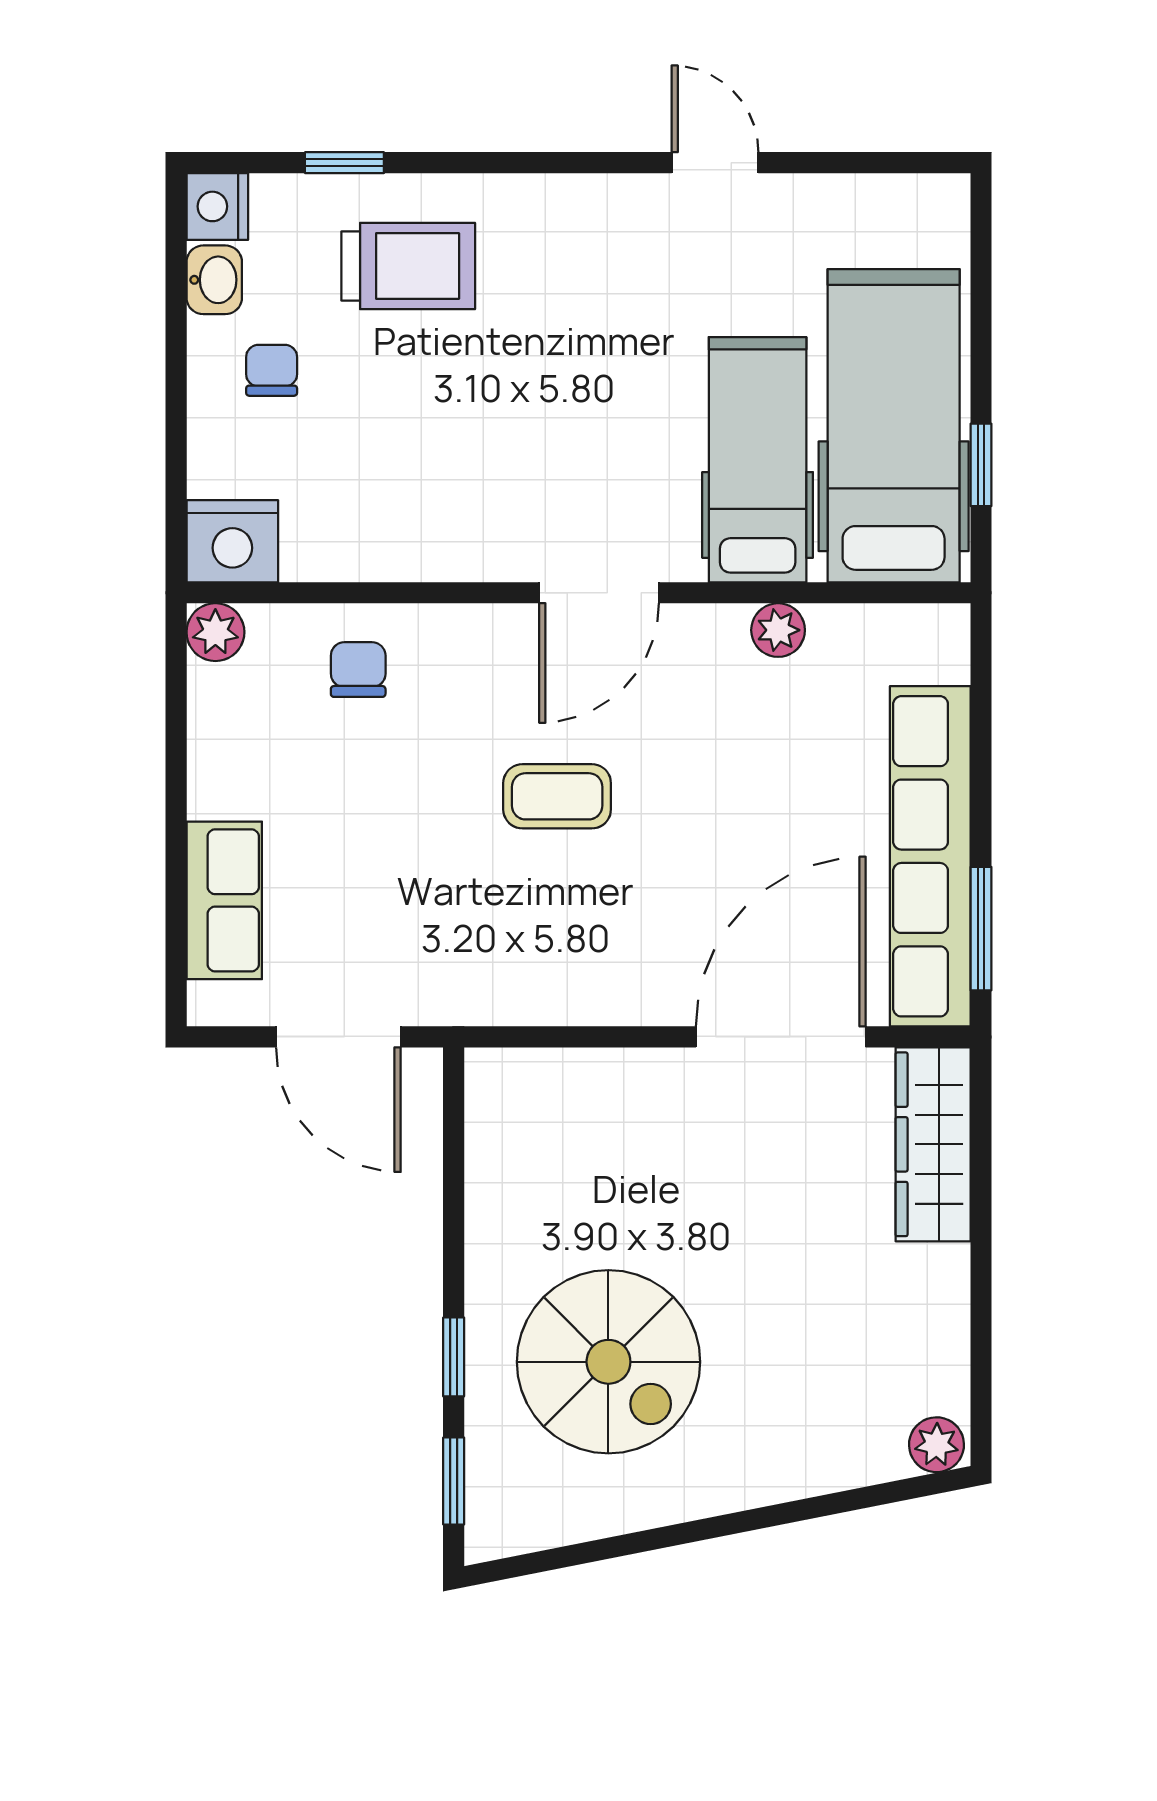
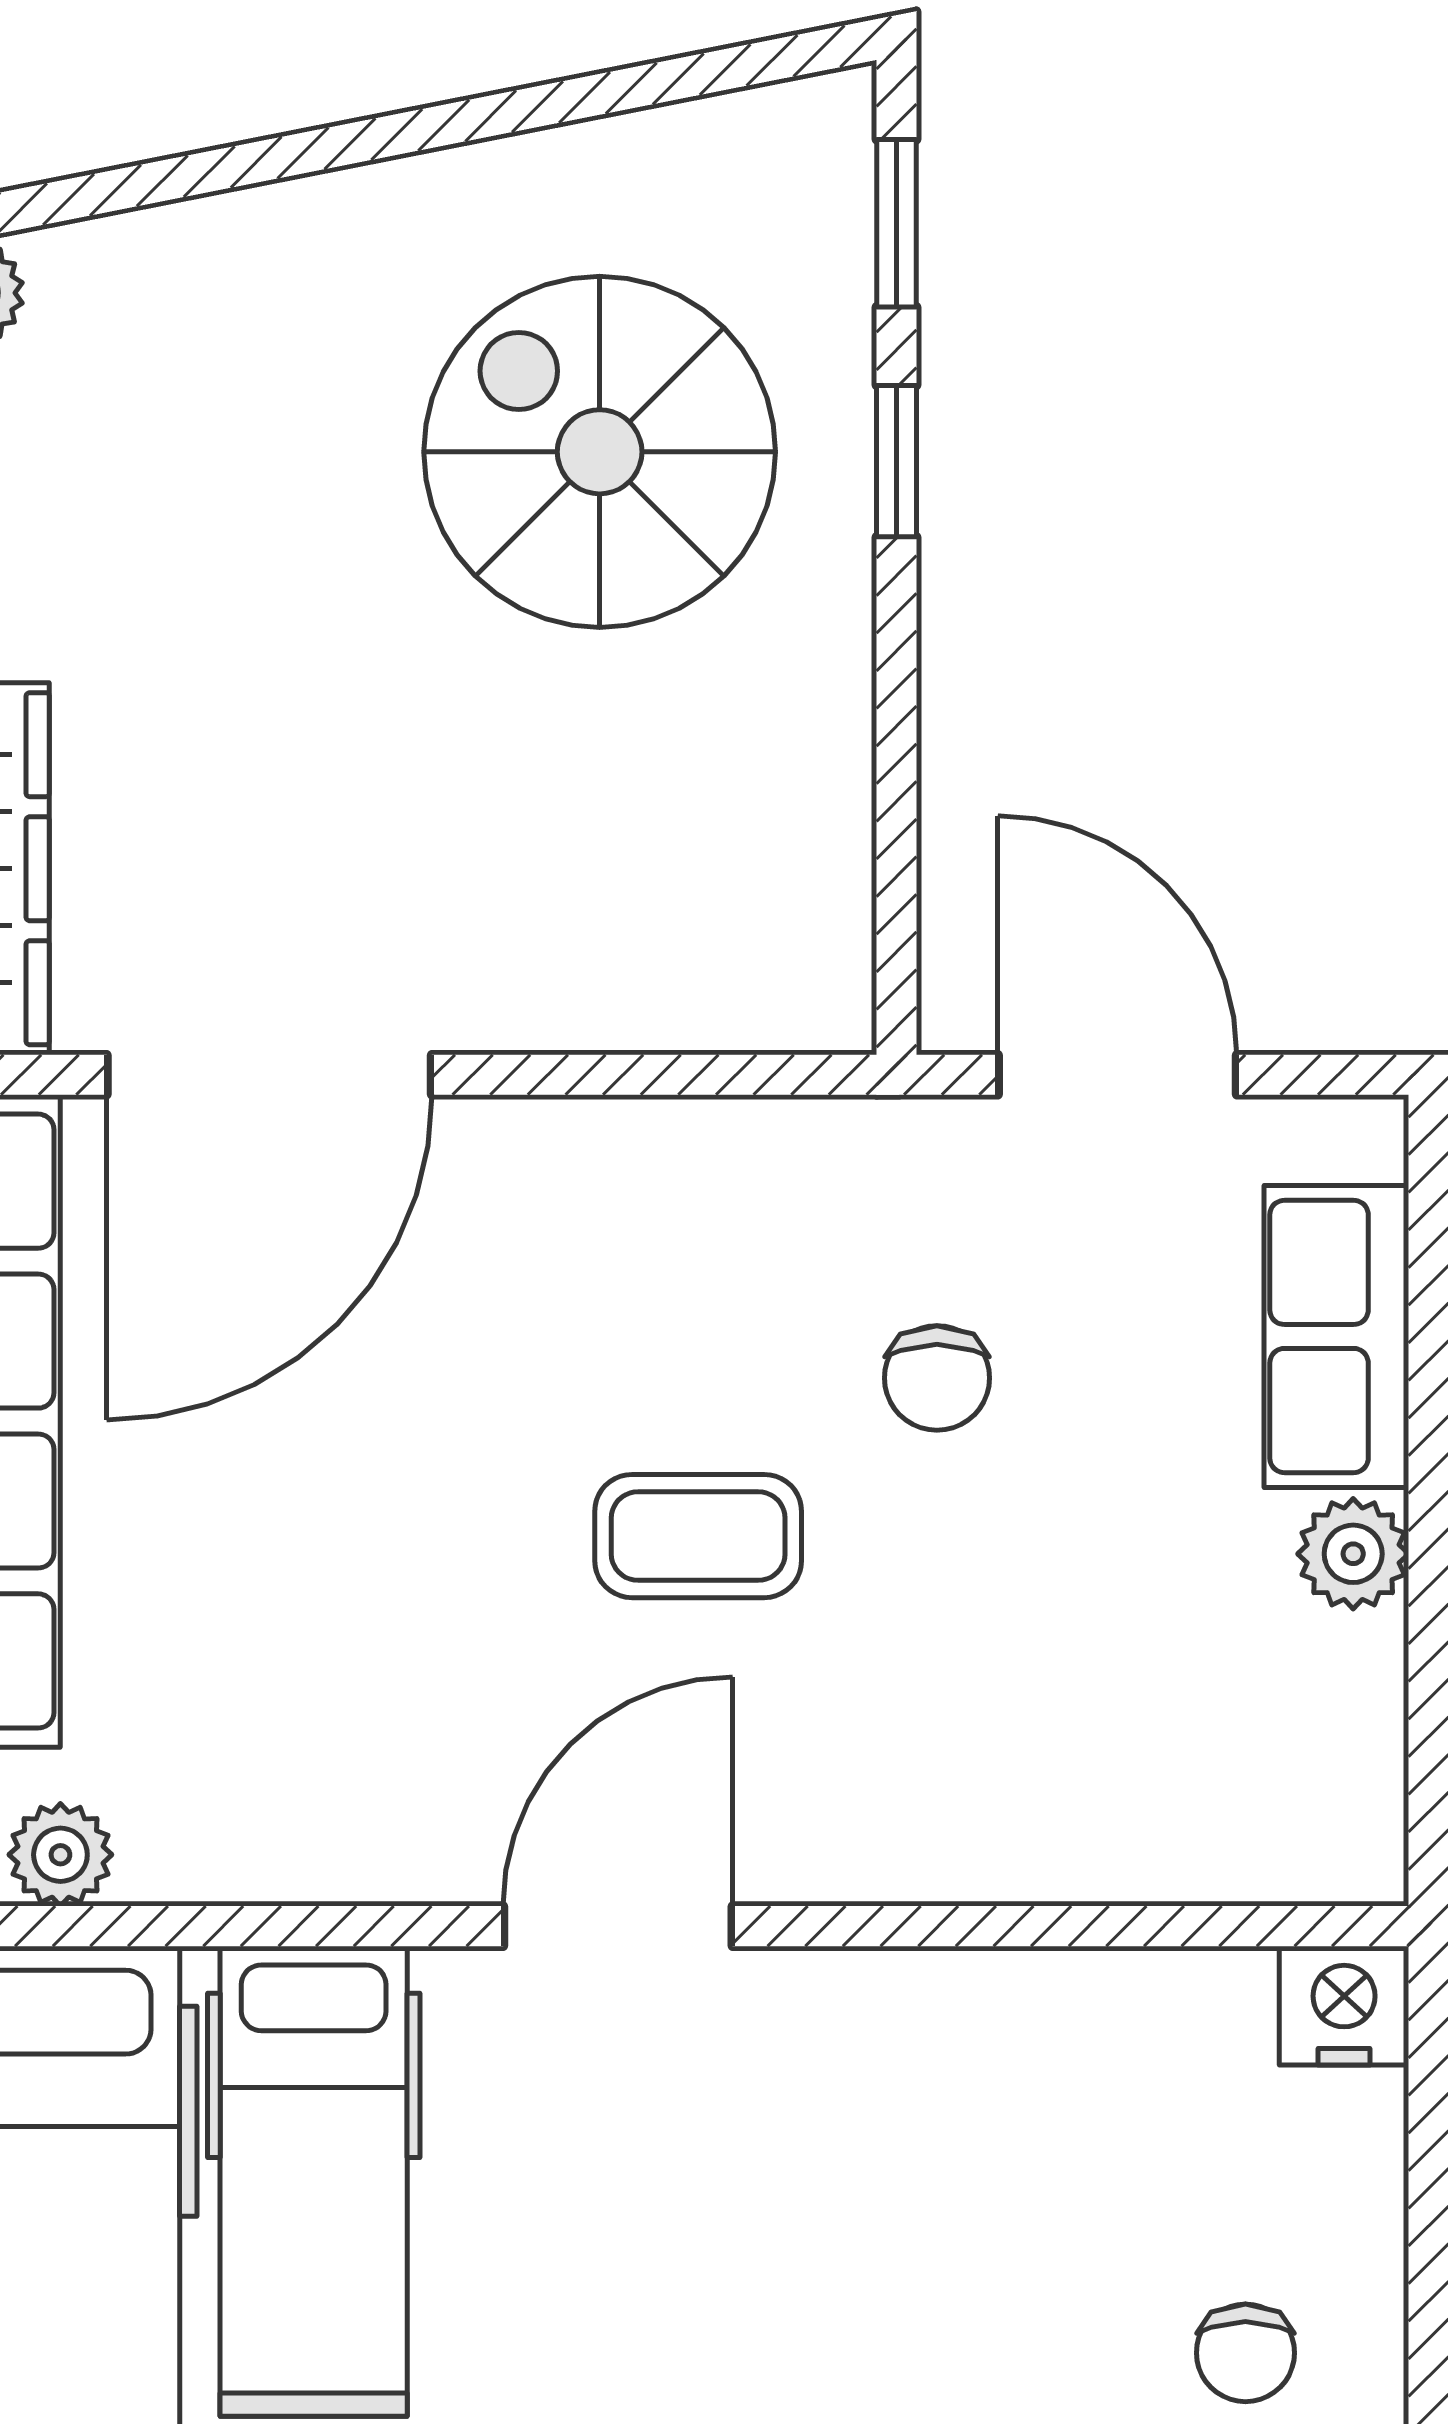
nightstand: (232, 541) -> (1344, 2006), width x0.74, depth x0.75
plant: (778, 630) -> (60, 1855), moved
plant: (215, 632) -> (1353, 1554), moved
chair: (358, 670) -> (937, 1378), moved

